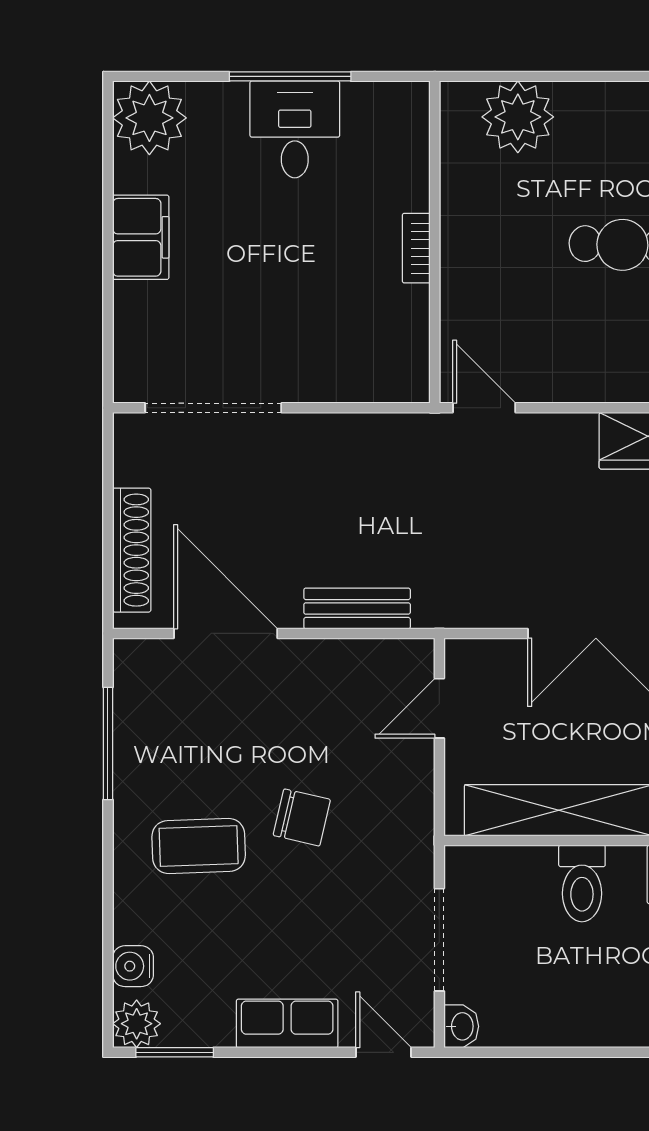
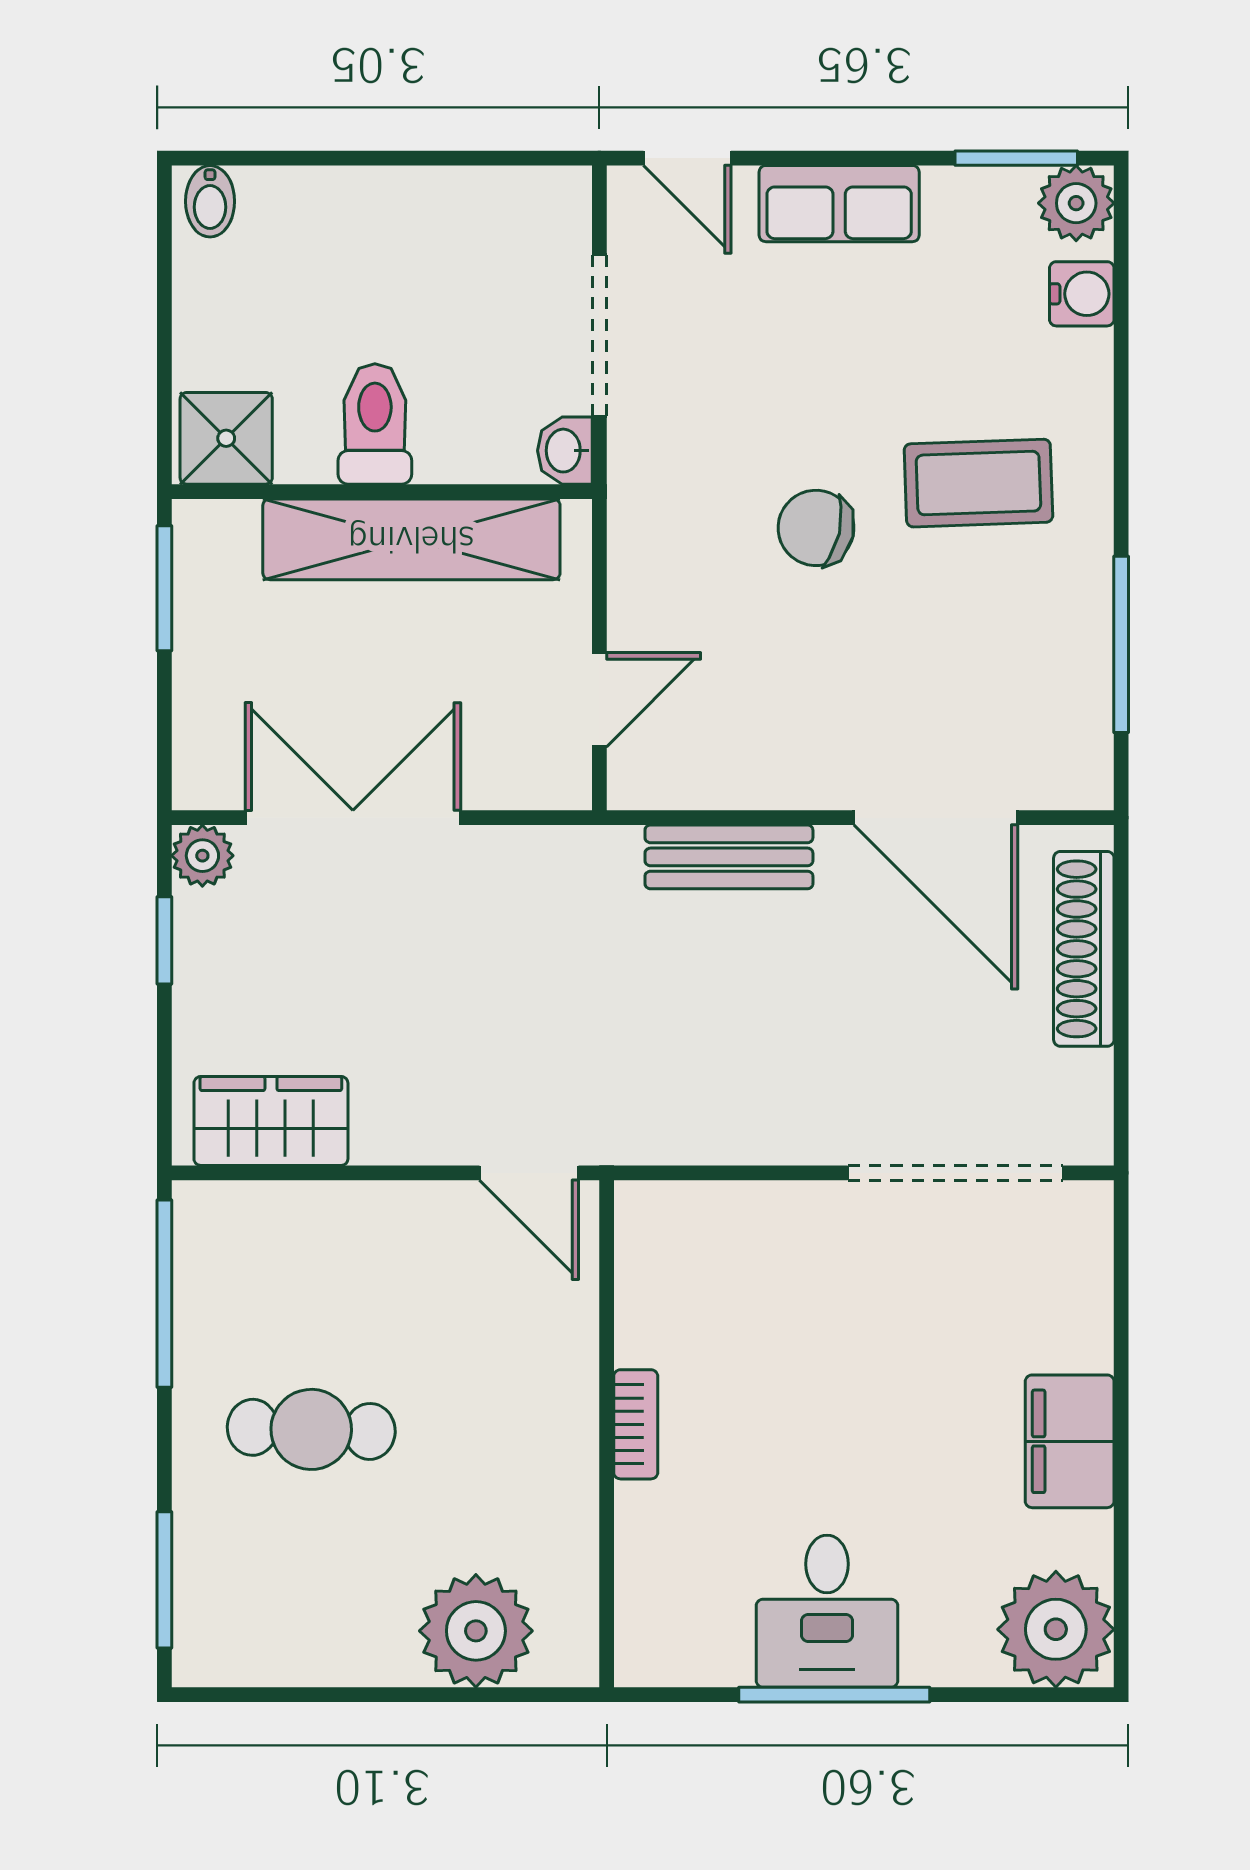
washbasin: (461, 1026) -> (565, 451), moved

